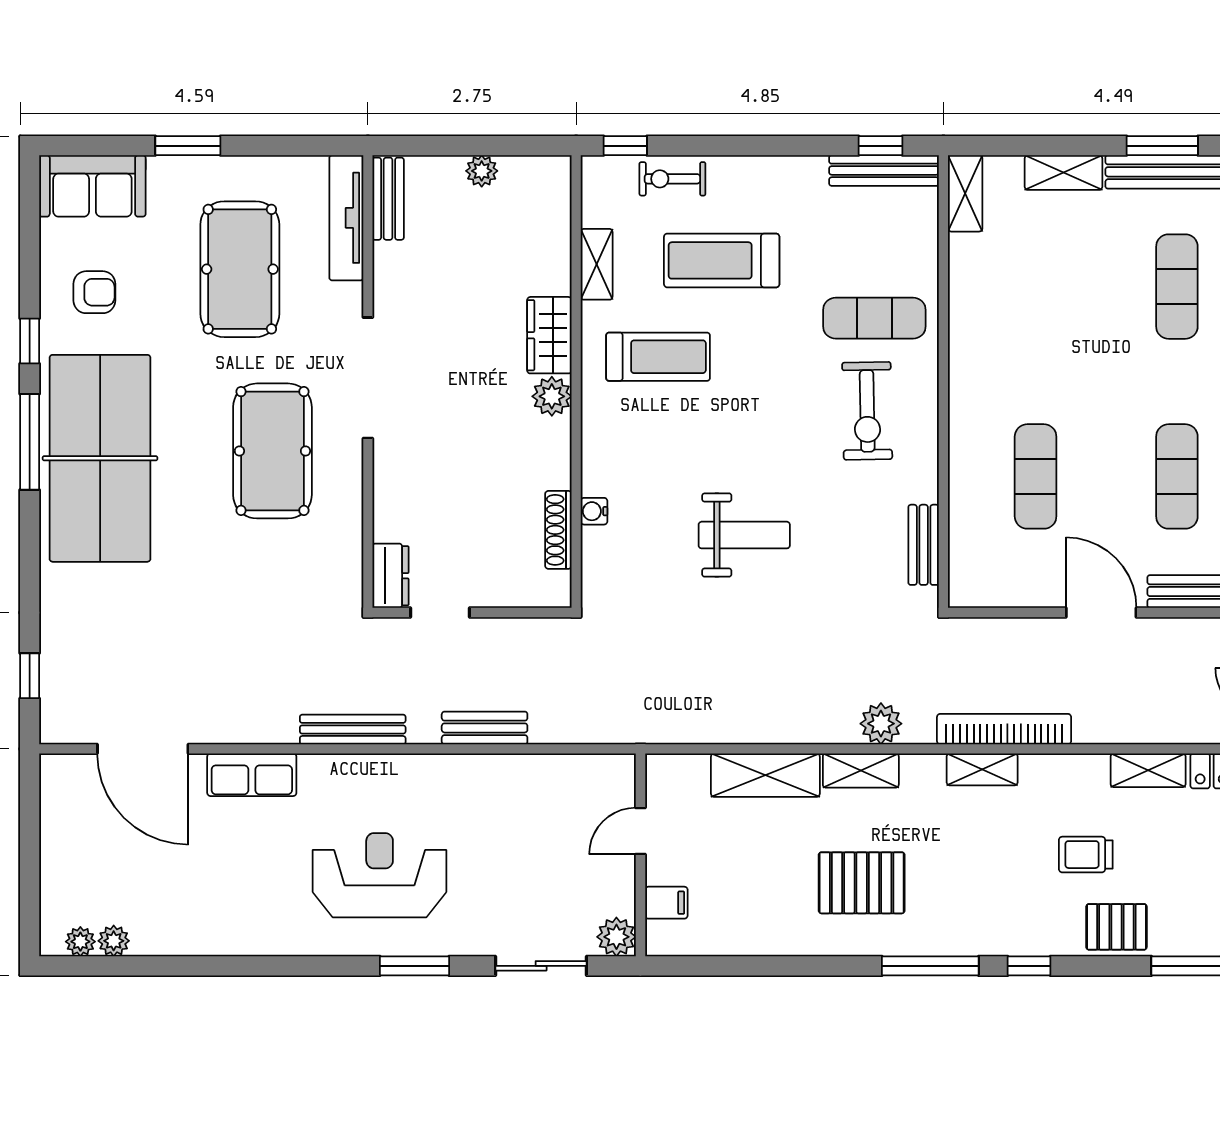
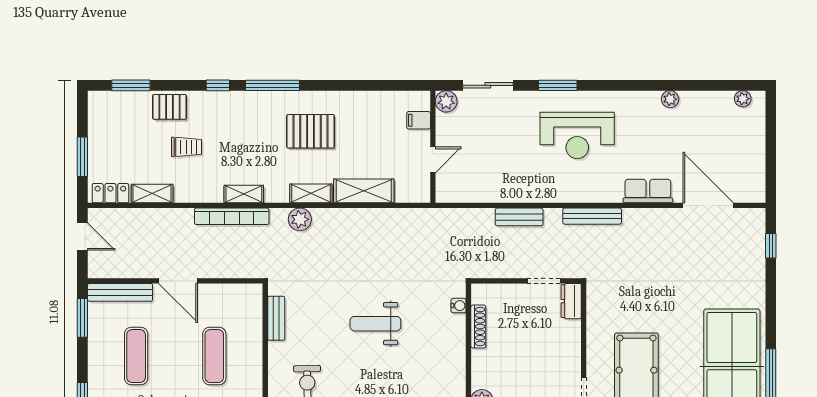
water cooler: (594, 511) -> (459, 306), moved
plant: (114, 941) -> (670, 99), moved

